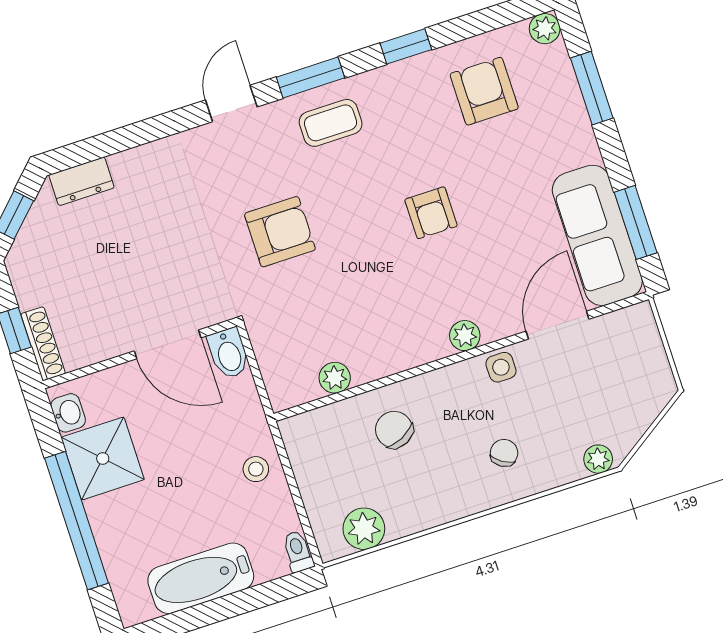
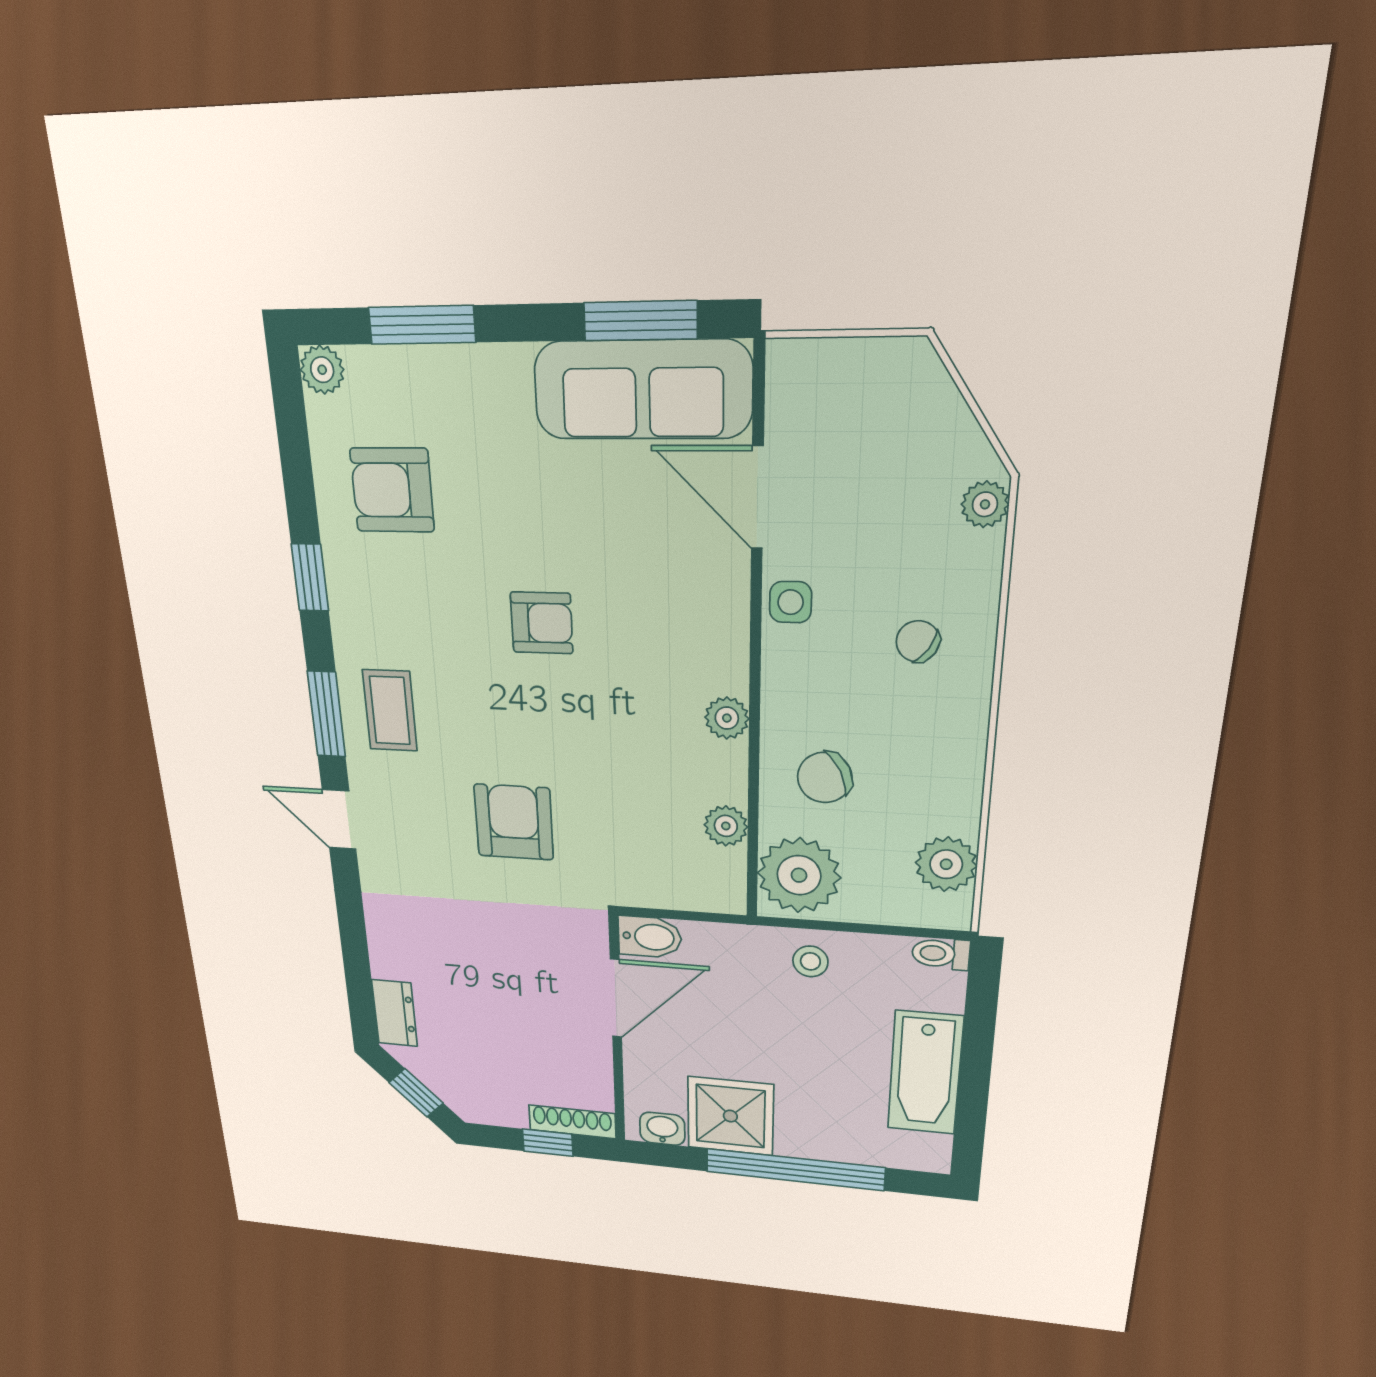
plant: (465, 336) -> (727, 718), moved
plant: (318, 438) -> (799, 875), added

